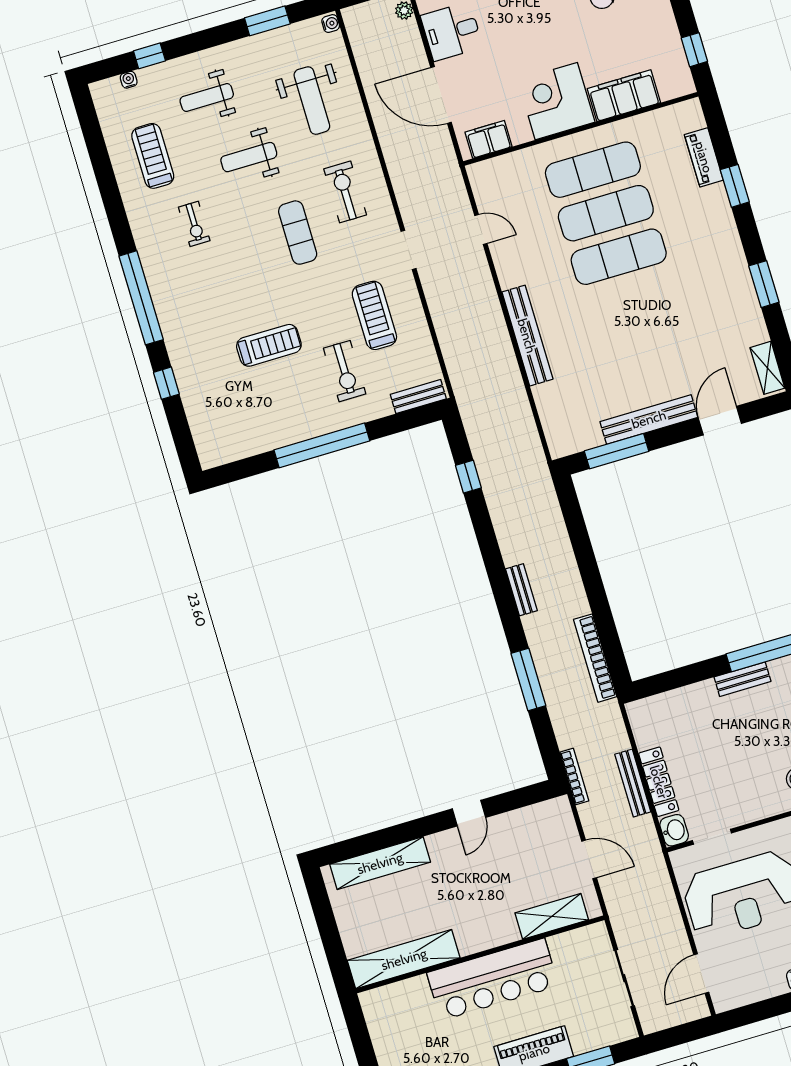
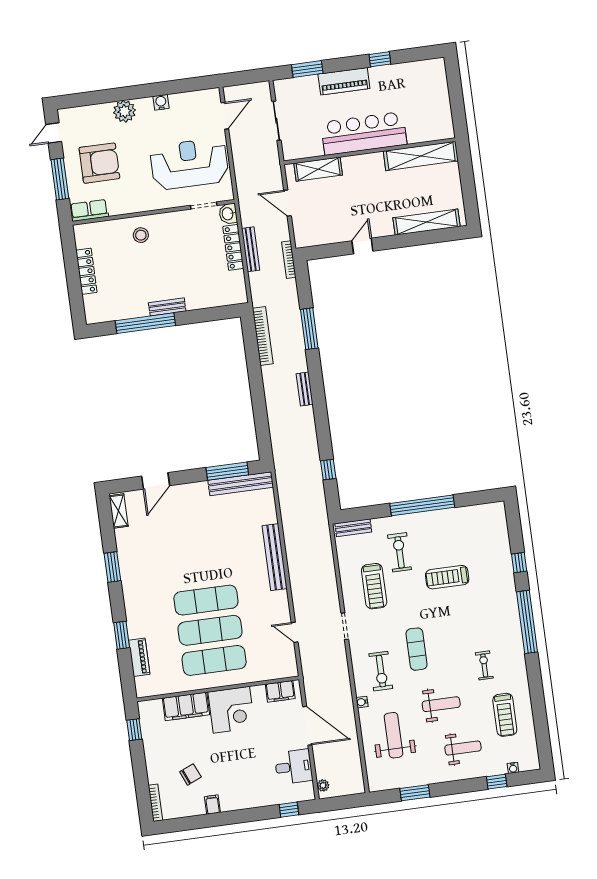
water cooler: (331, 24) -> (362, 702), moved
bench: (649, 419) -> (241, 484), moved

